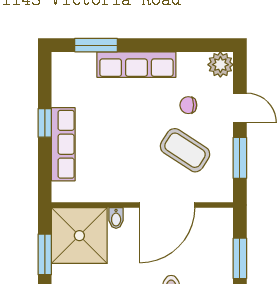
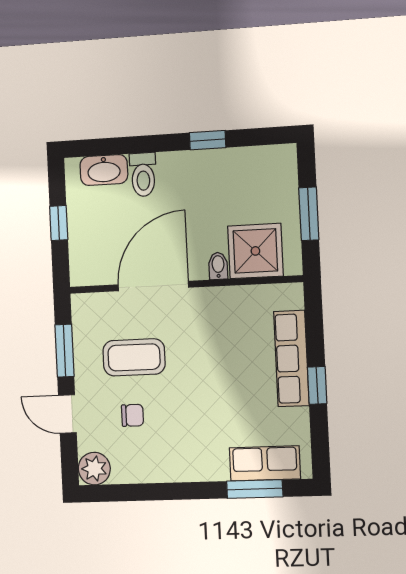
row of seats: (136, 65) -> (265, 463), moved, width x0.68
coffee table: (185, 150) -> (134, 357), turned -33
shower: (79, 236) -> (255, 251), width x0.73, depth x0.73
window: (240, 258) -> (59, 223), width x0.67

